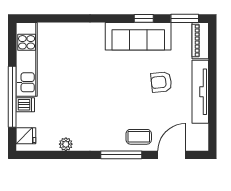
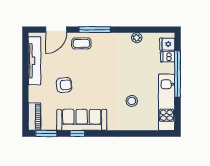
stool: (72, 61) -> (132, 101), added
tv unit: (200, 92) -> (35, 61), moved
dishwasher: (25, 105) -> (168, 57), moved

